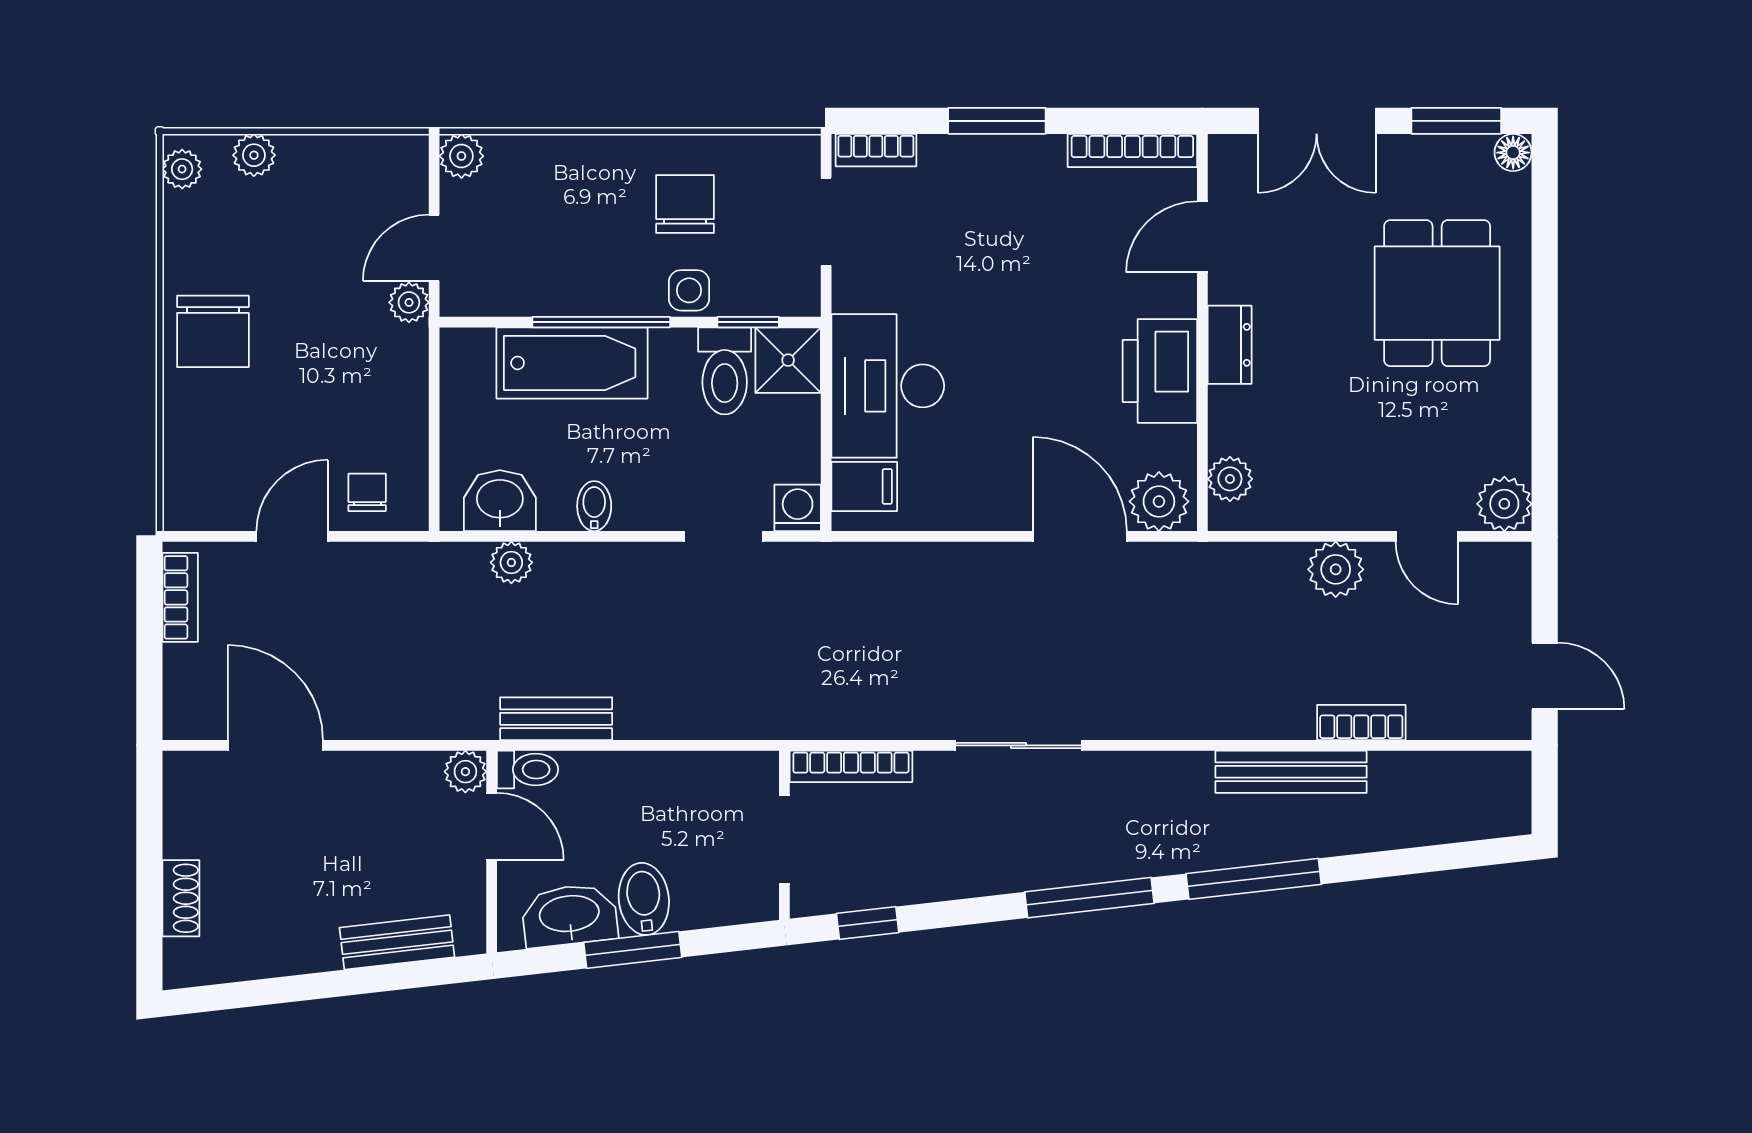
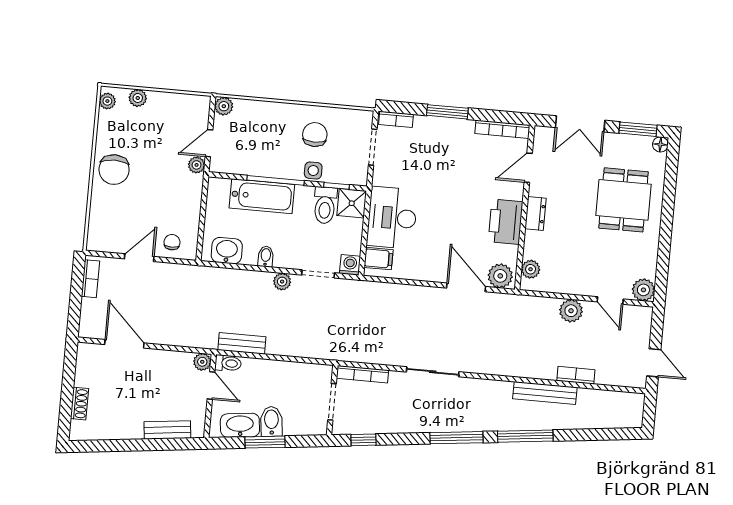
plant: (511, 562) -> (282, 282), moved

